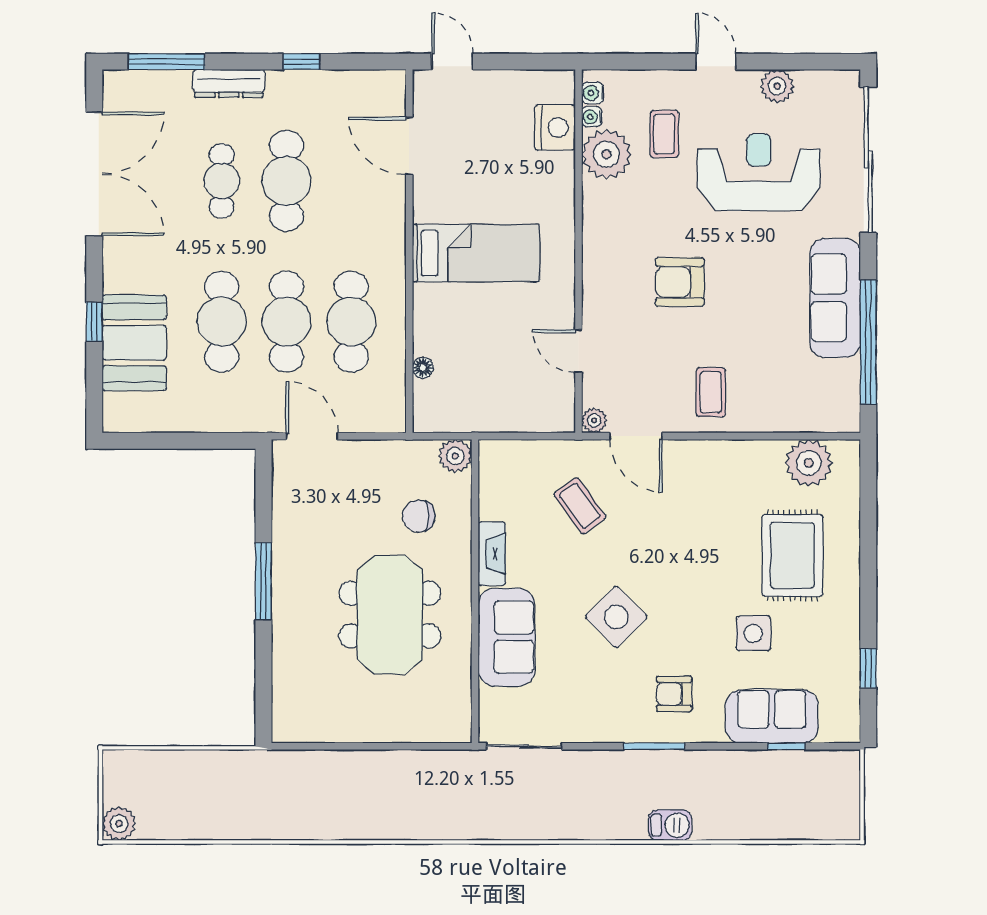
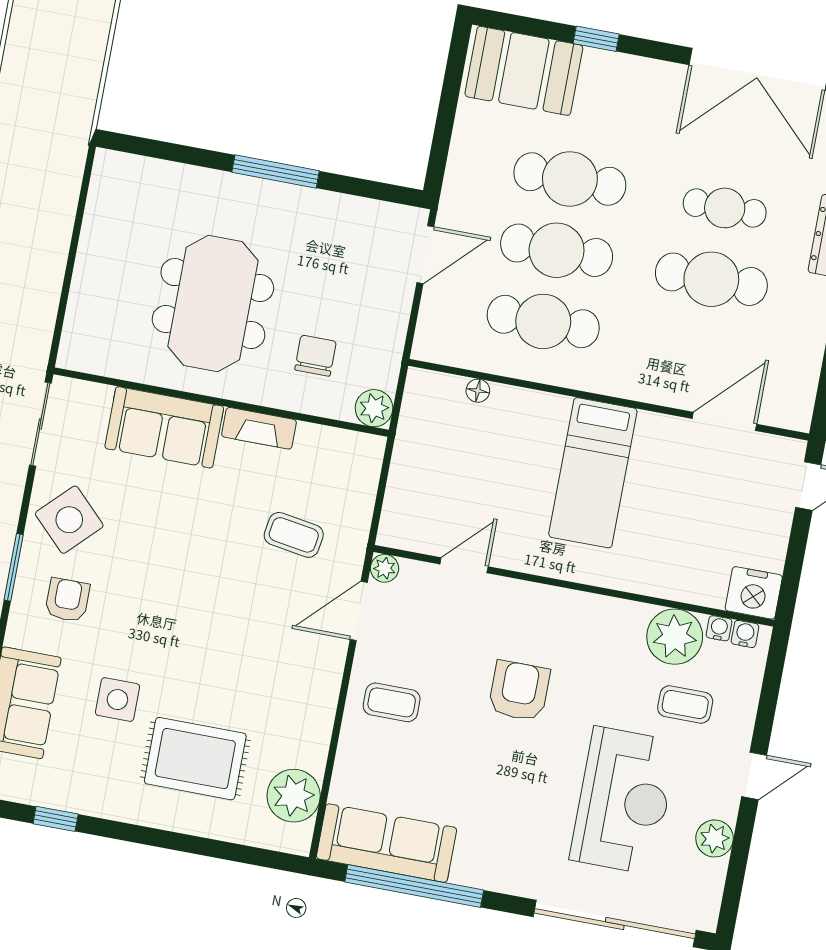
nightstand: (555, 128) -> (754, 593), moved
sofa: (835, 298) -> (386, 843), moved
booth: (134, 343) -> (524, 71), moved
coffee table: (580, 506) -> (294, 535), turned 45
meeting table: (390, 615) -> (213, 304), turned 90
side table: (616, 617) -> (69, 520), moved

